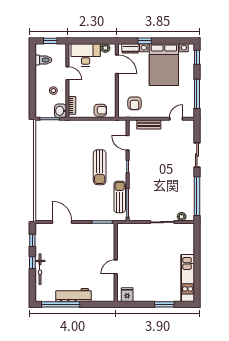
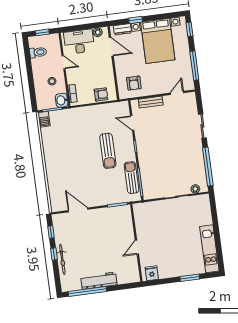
barbecue: (40, 127) -> (44, 119), added

